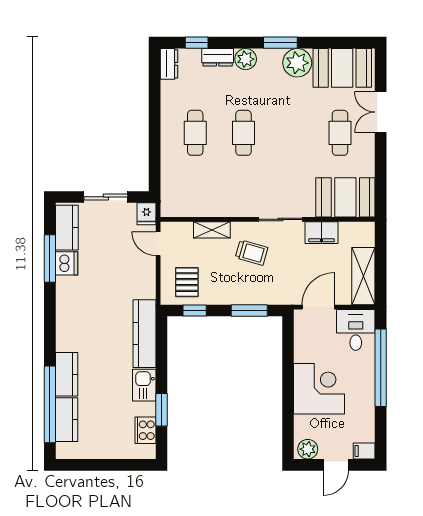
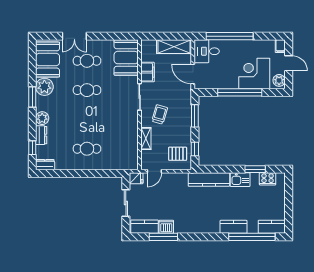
cafe table: (243, 133) -> (87, 90), moved
window: (288, 385) -> (240, 92), added
corner desk: (319, 389) -> (254, 74), moved
kitchen counter: (67, 420) -> (272, 227), moved

